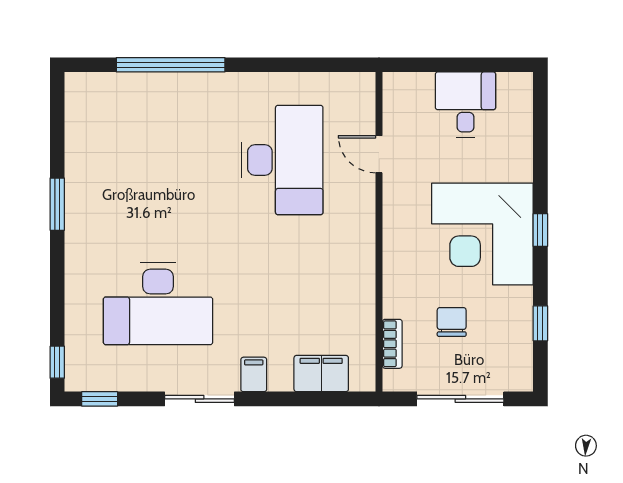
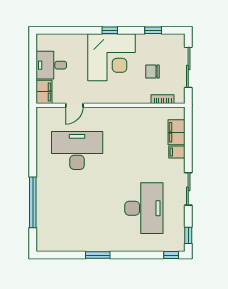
filing cabinet: (408, 89) -> (44, 92), added
filing cabinet: (254, 374) -> (177, 152), moved

